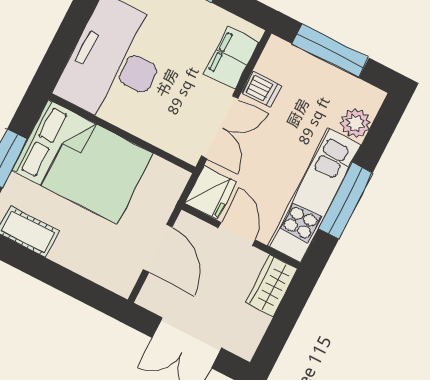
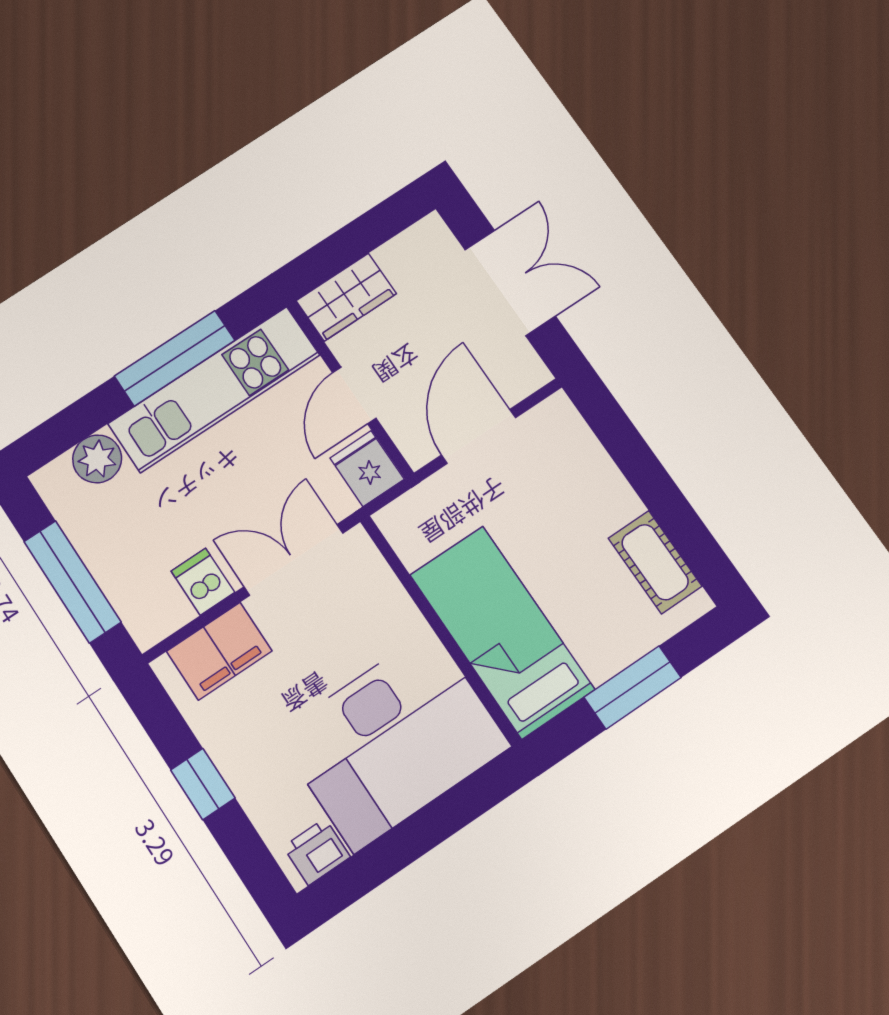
bed: (83, 162) -> (502, 632), width x0.67
fridge: (210, 193) -> (367, 469), width x0.72

